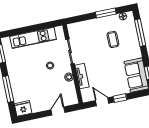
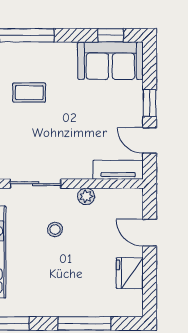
tv unit: (82, 76) -> (118, 170), moved
door: (102, 102) -> (150, 141), hinge flipped
fridge: (23, 108) -> (130, 273), moved

